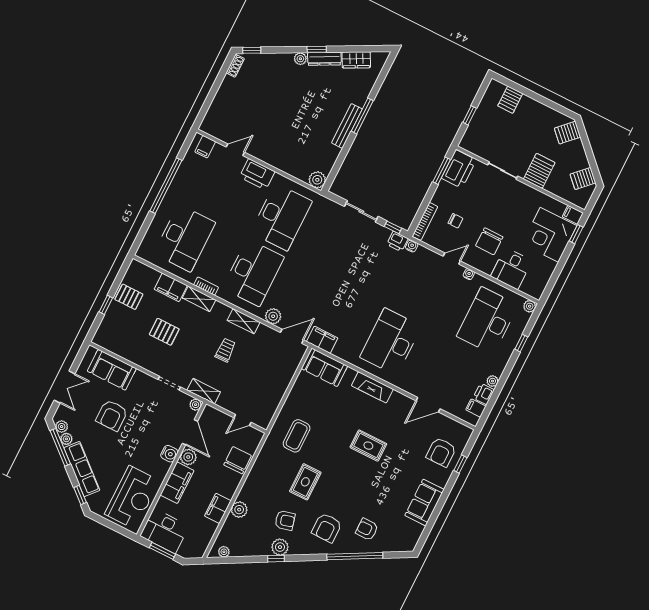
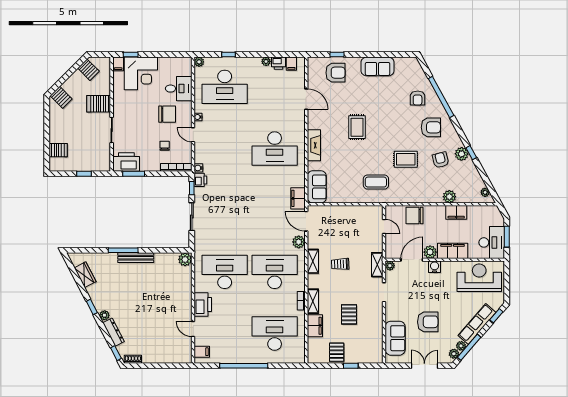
dresser: (324, 59) -> (114, 332), moved

